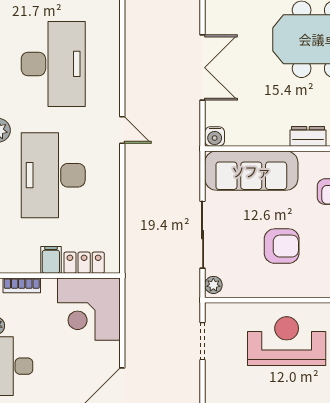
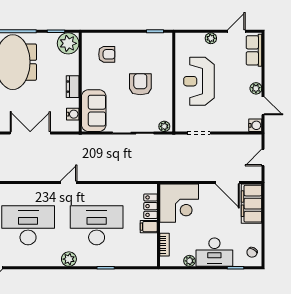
water cooler: (215, 136) -> (73, 114), moved
dresser: (308, 136) -> (73, 87), moved
sofa: (251, 171) -> (94, 111), width x0.73
desk: (53, 175) -> (97, 225), turned 180

